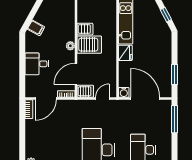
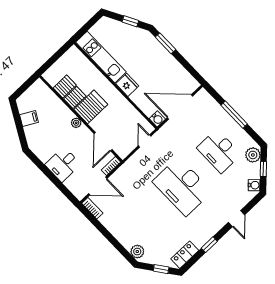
filing cabinet: (36, 28) -> (29, 119), moved
window: (175, 74) -> (165, 43), moved
server rack: (85, 91) -> (65, 87), moved
door: (46, 99) -> (98, 186), hinge flipped
window: (175, 119) -> (234, 115), moved

